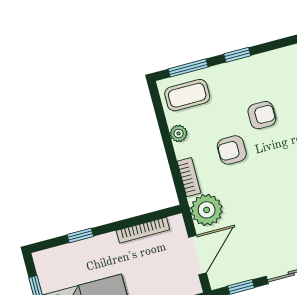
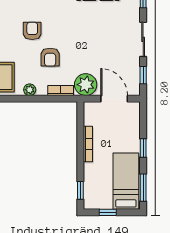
bookcase: (143, 230) -> (88, 144), moved
window: (80, 236) -> (80, 190), moved

